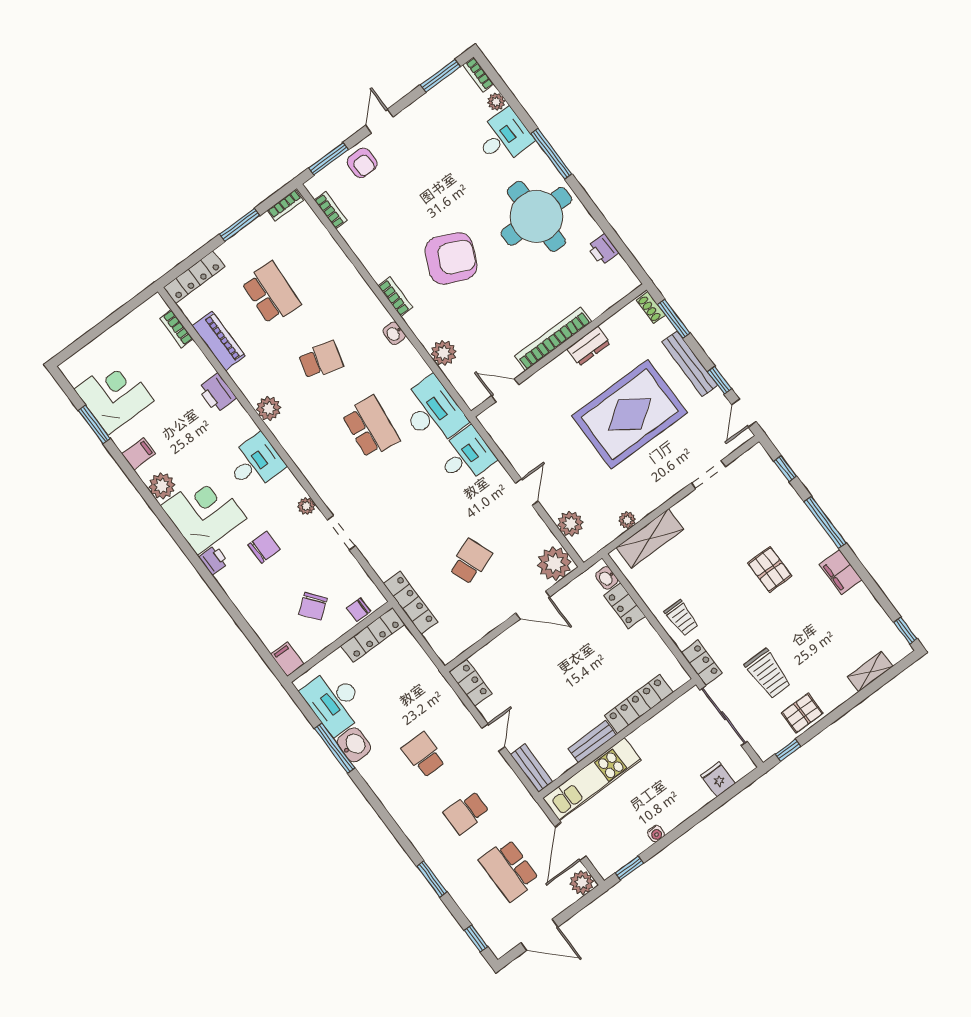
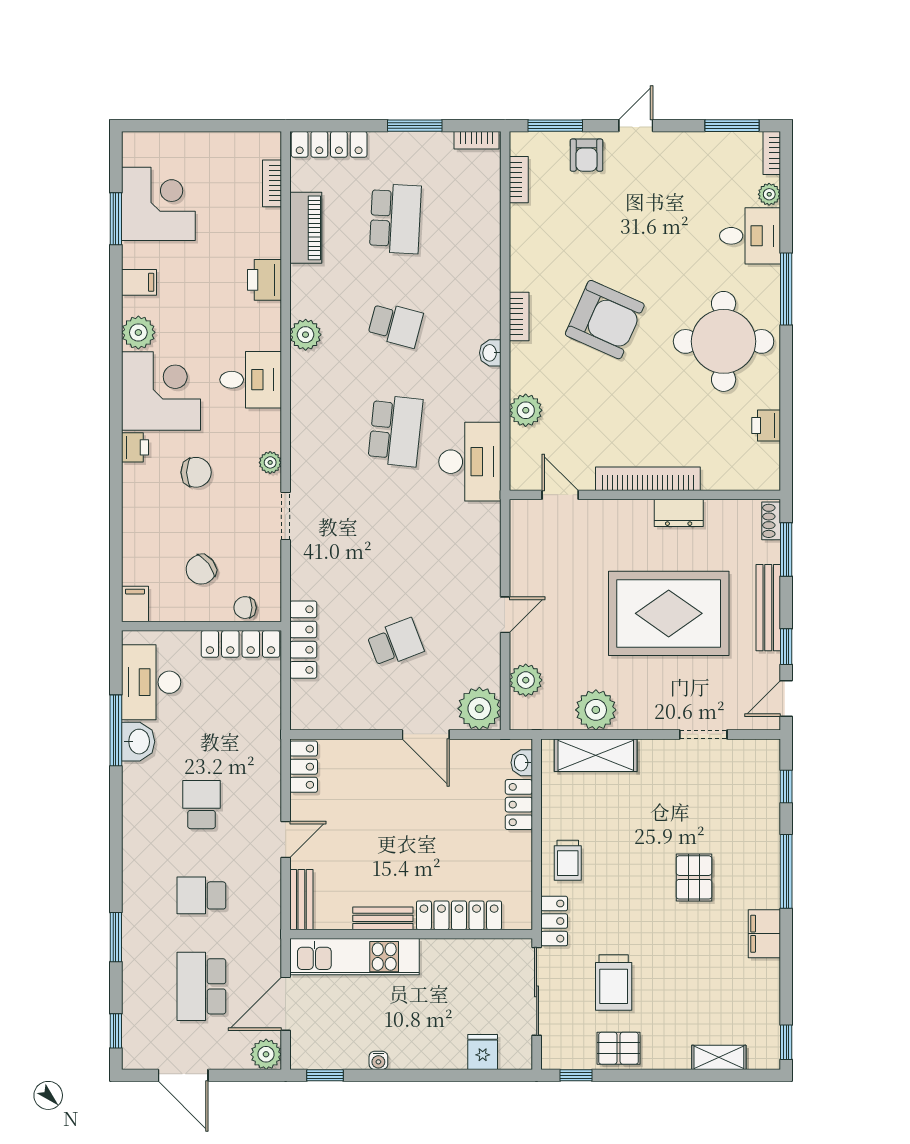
desk: (466, 456) -> (470, 532), removed
plant: (627, 520) -> (596, 710), width x1.87, depth x1.87

